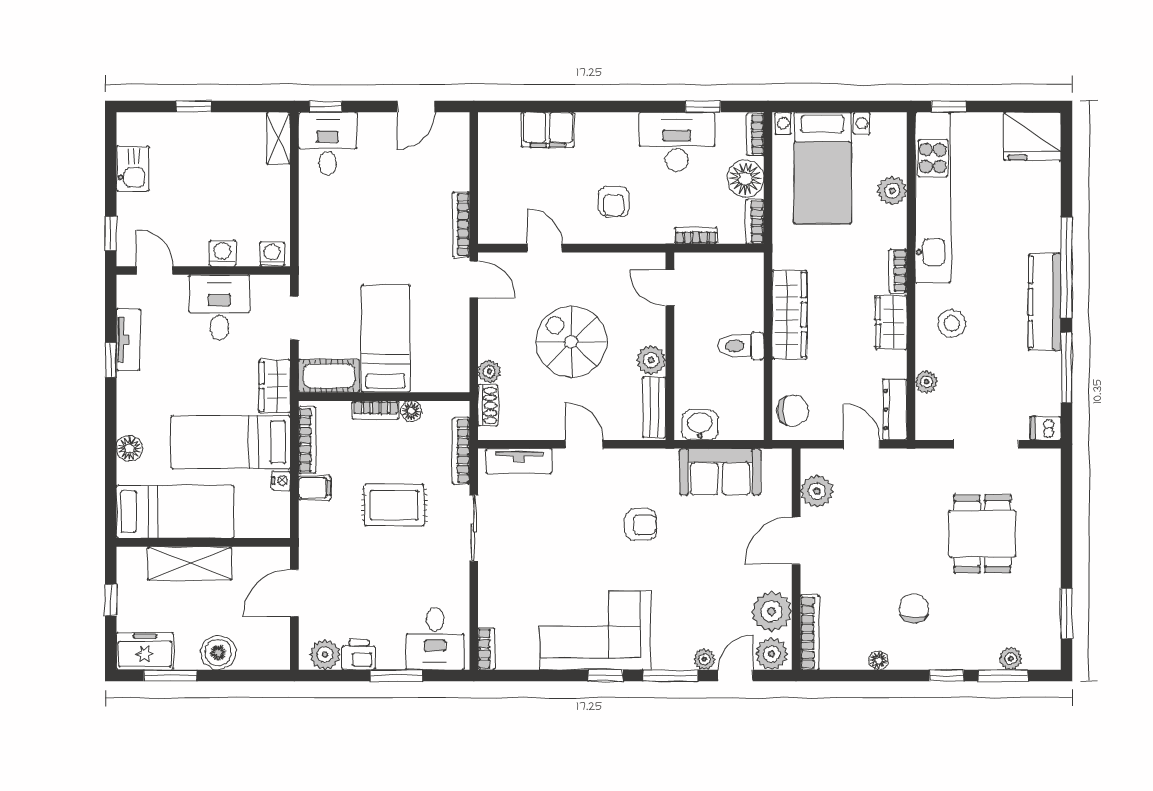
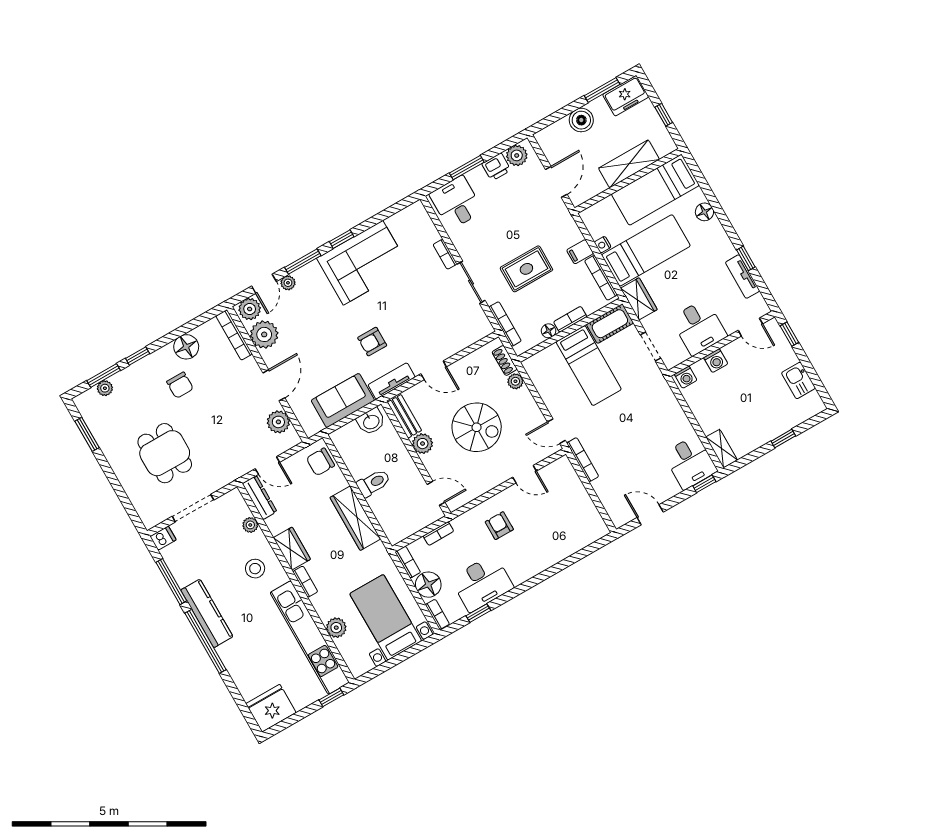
door: (416, 107) -> (650, 515), hinge flipped
filing cabinet: (548, 130) -> (563, 546), removed
tv unit: (519, 461) -> (392, 381), moved
bookcase: (486, 649) -> (445, 254), moved
floor lamp: (879, 660) -> (186, 347), width x1.89, depth x1.89

